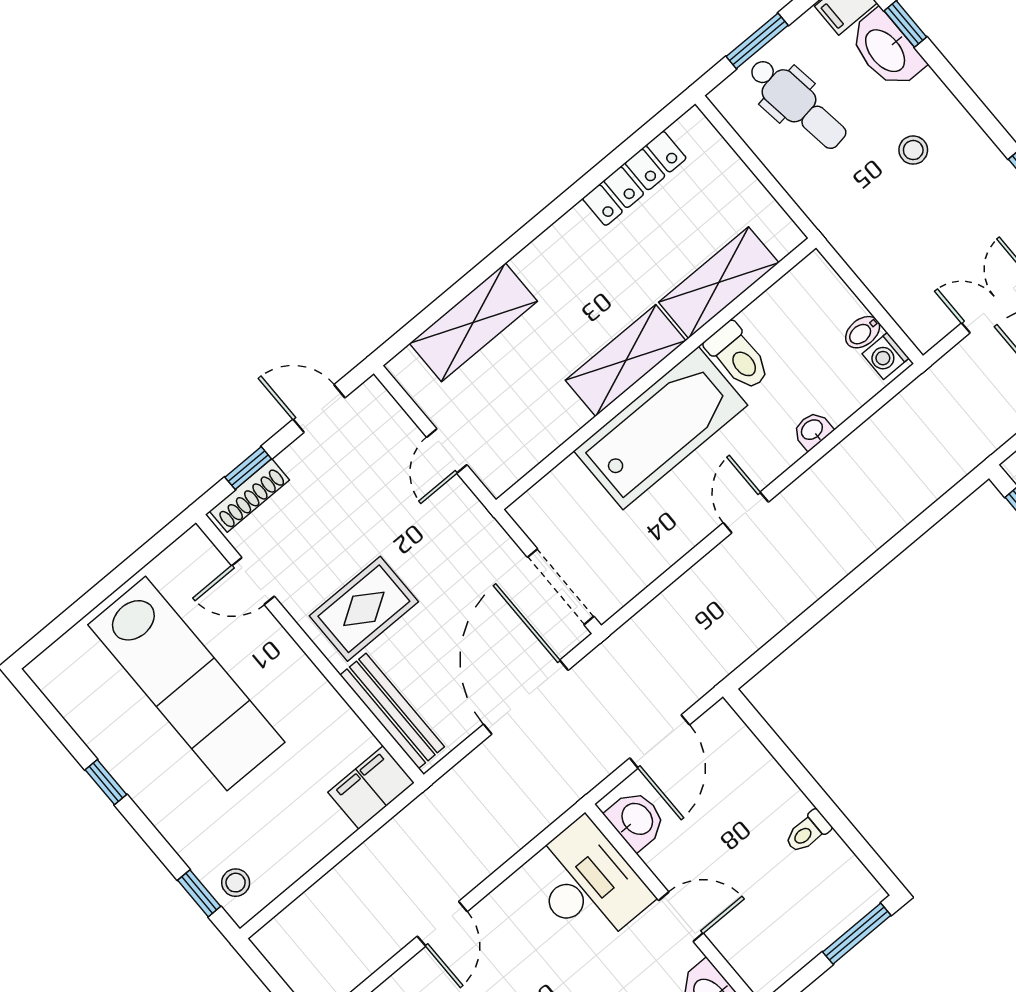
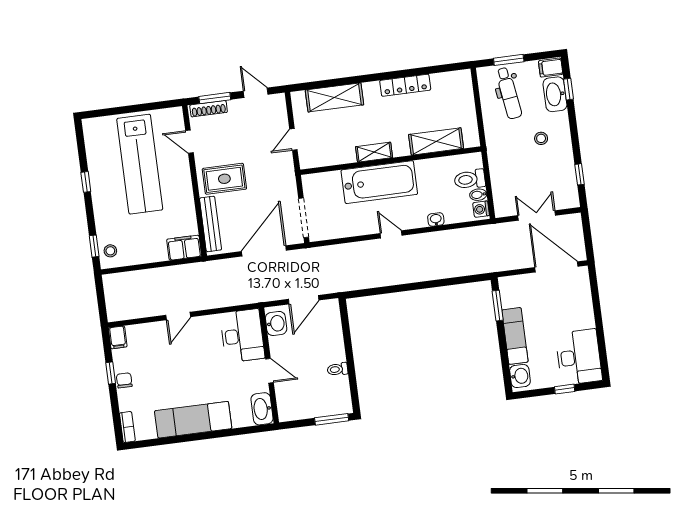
locker: (634, 178) -> (405, 85), moved
toilet: (738, 357) -> (470, 179), moved, turned 90
shelving: (626, 361) -> (374, 152), width x0.67, depth x0.75
window: (248, 468) -> (215, 98), width x1.50
door: (746, 512) -> (391, 234), hinge flipped

